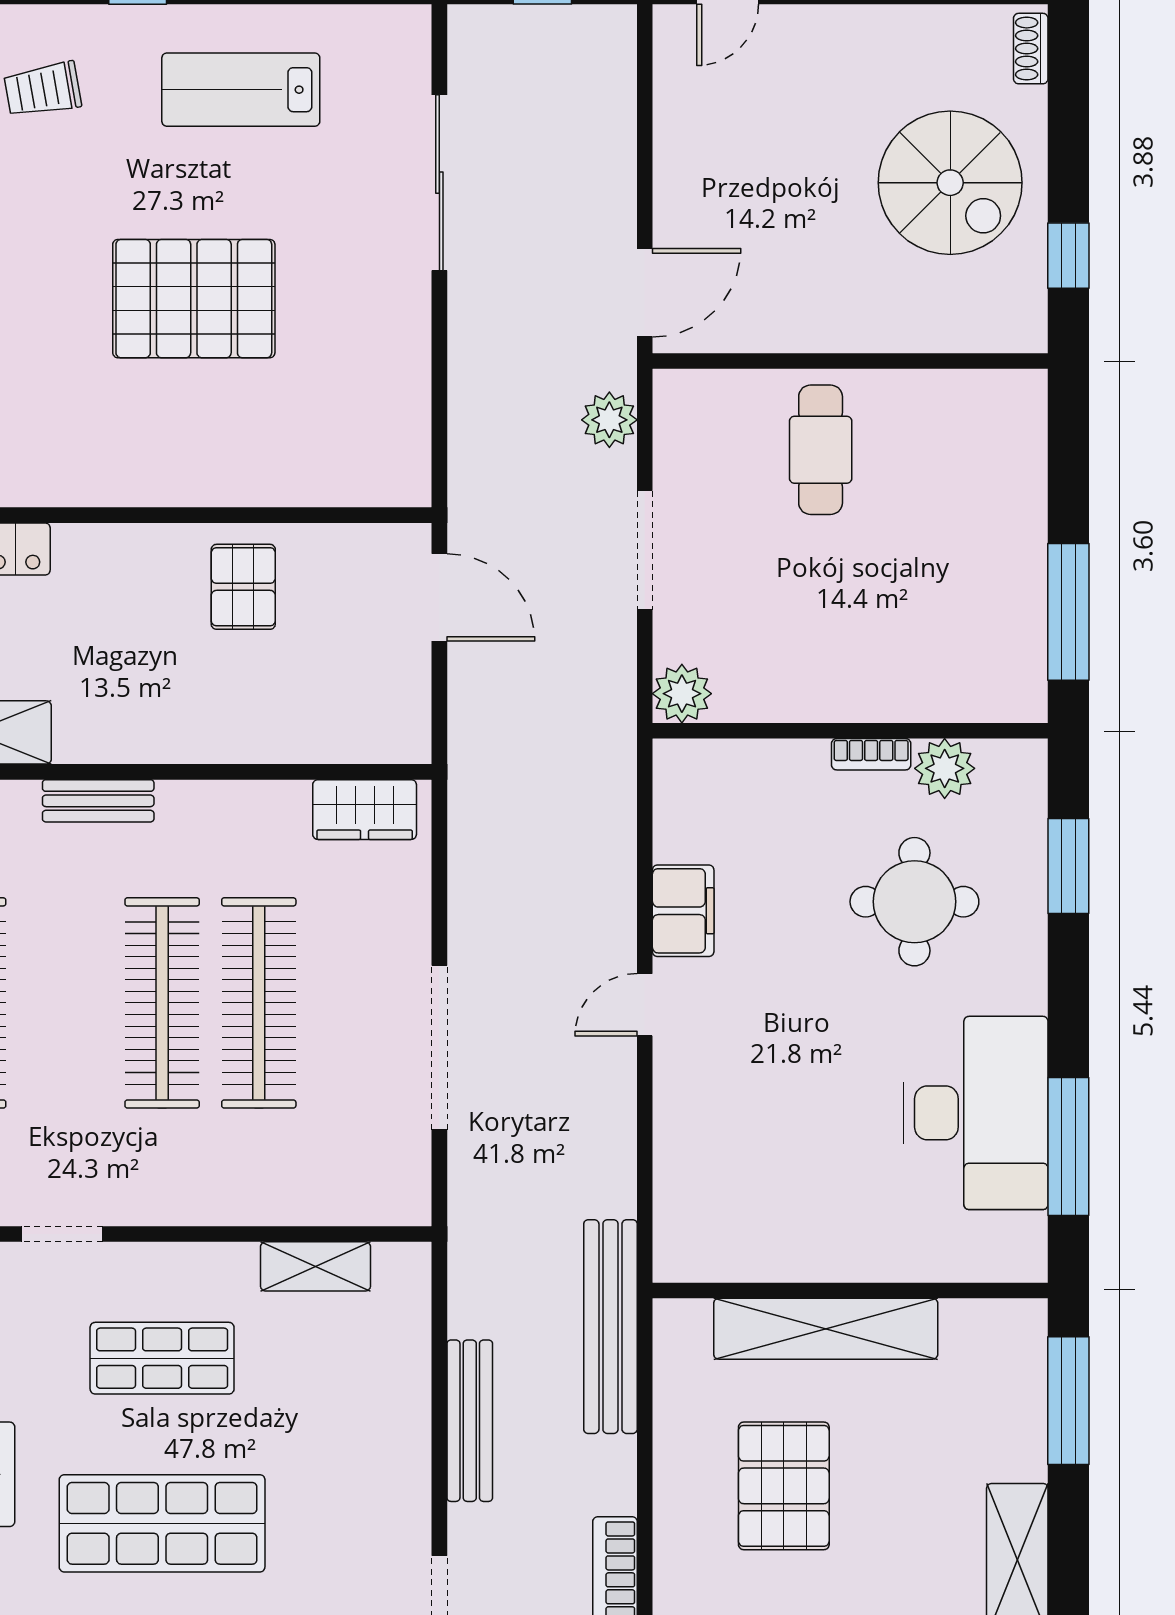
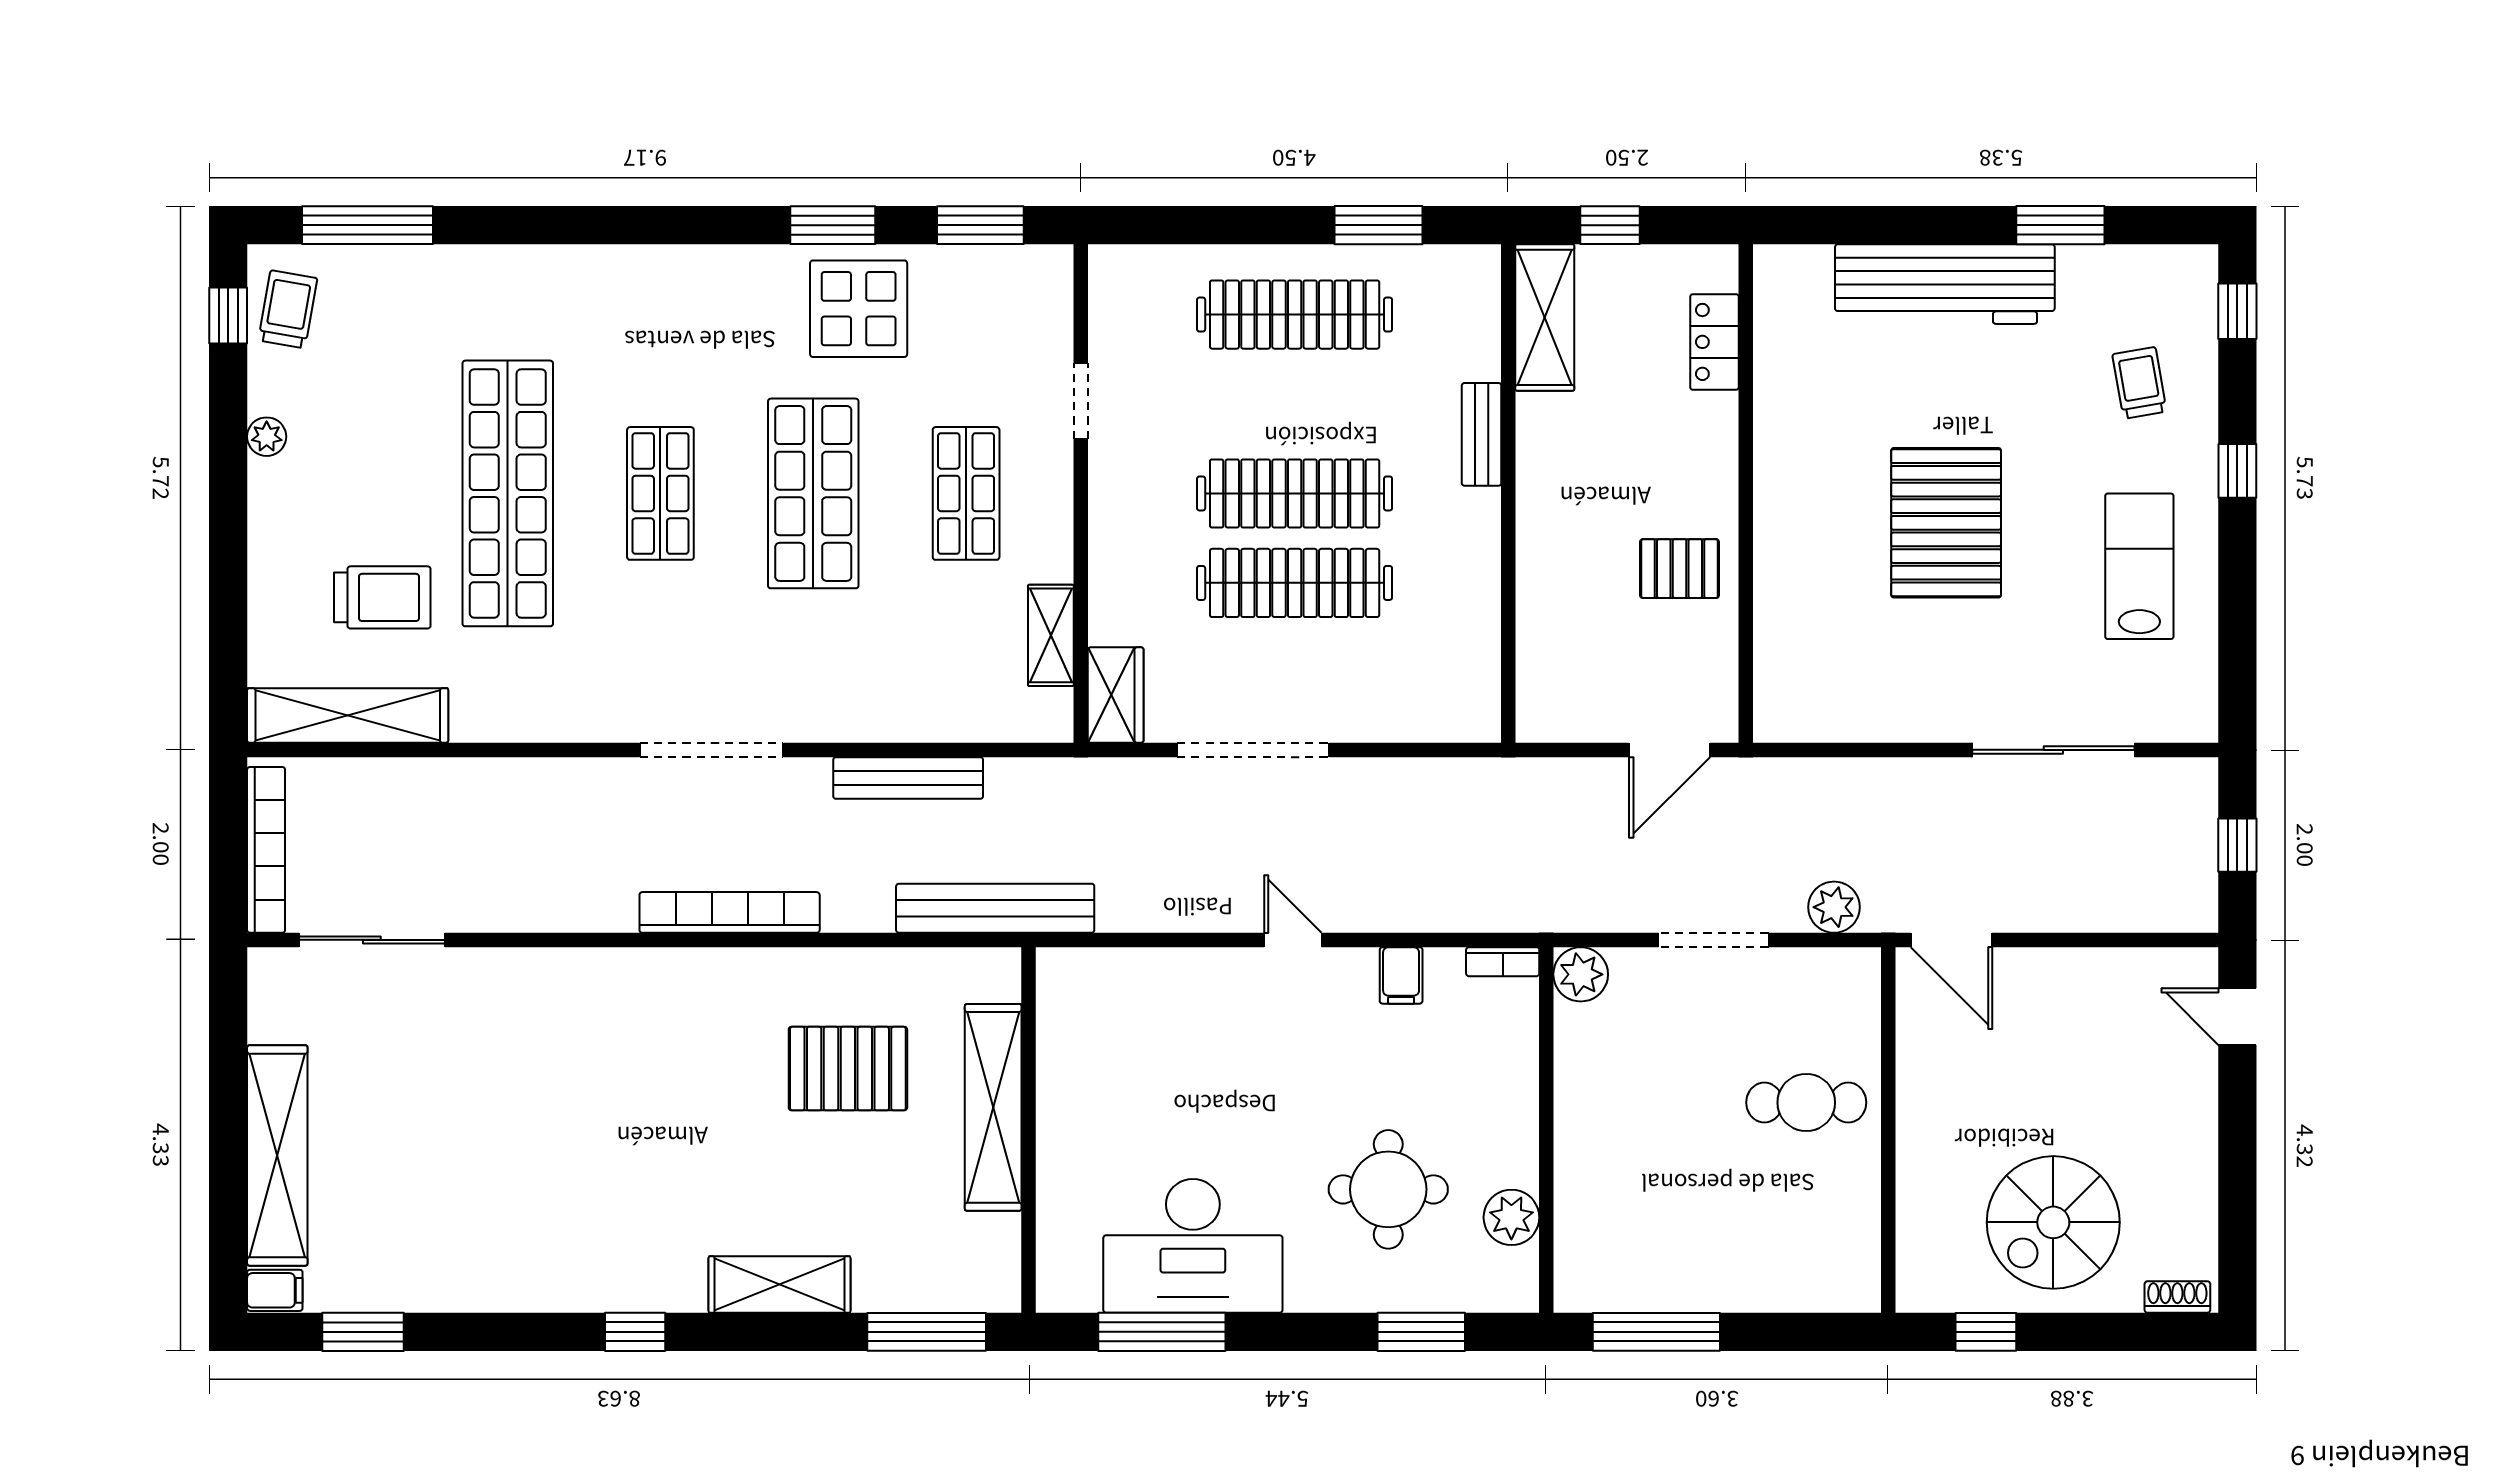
bookcase: (871, 754) -> (1503, 962), moved, turned -90
wardrobe: (365, 810) -> (1116, 695), moved, turned 180
filing cabinet: (683, 911) -> (1401, 975), width x0.50

